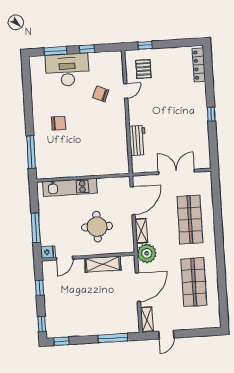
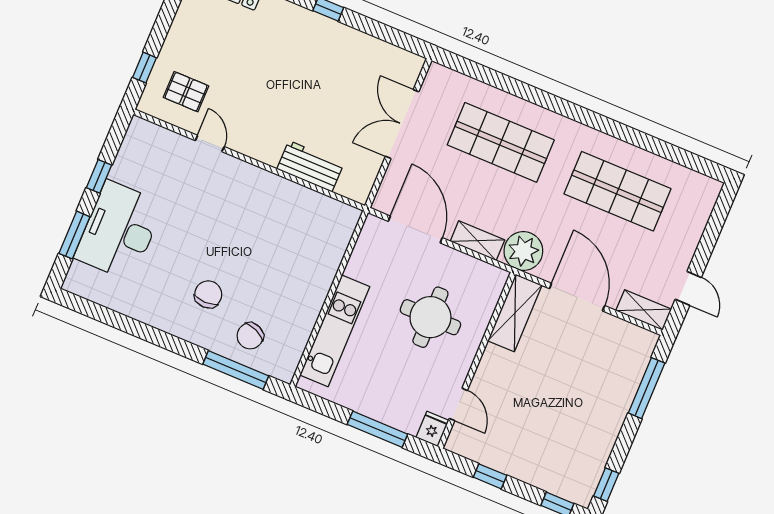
chair: (101, 94) -> (250, 336), moved
shelving: (103, 264) -> (515, 313), moved

